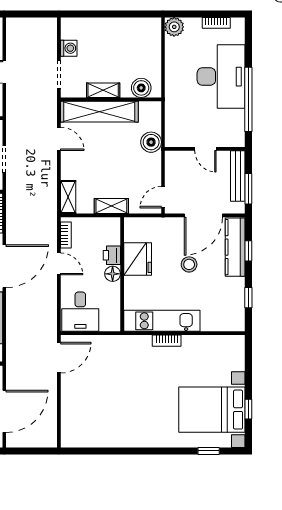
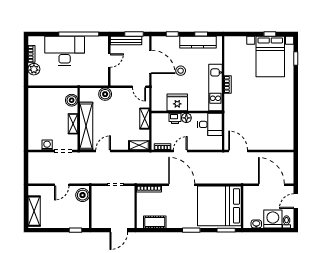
plant: (174, 27) -> (34, 69), moved
kitchen counter: (235, 247) -> (198, 42), moved
desk: (80, 312) -> (210, 124), moved

